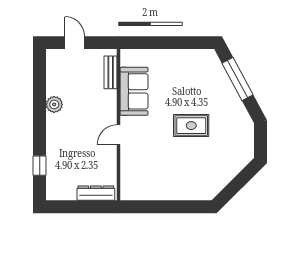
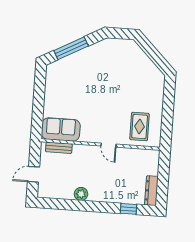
sofa: (134, 91) -> (61, 129), moved
rug: (191, 126) -> (140, 127), moved
dresser: (96, 193) -> (151, 191), moved

